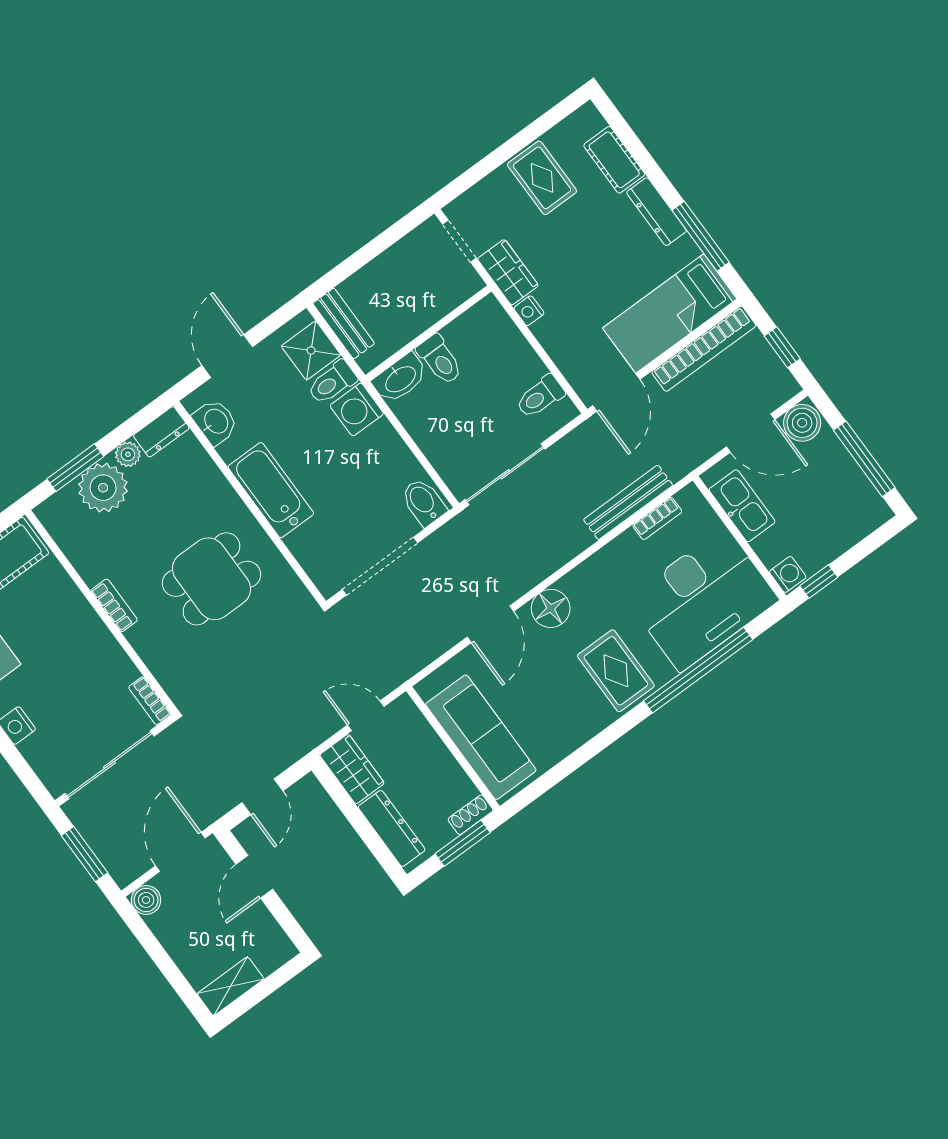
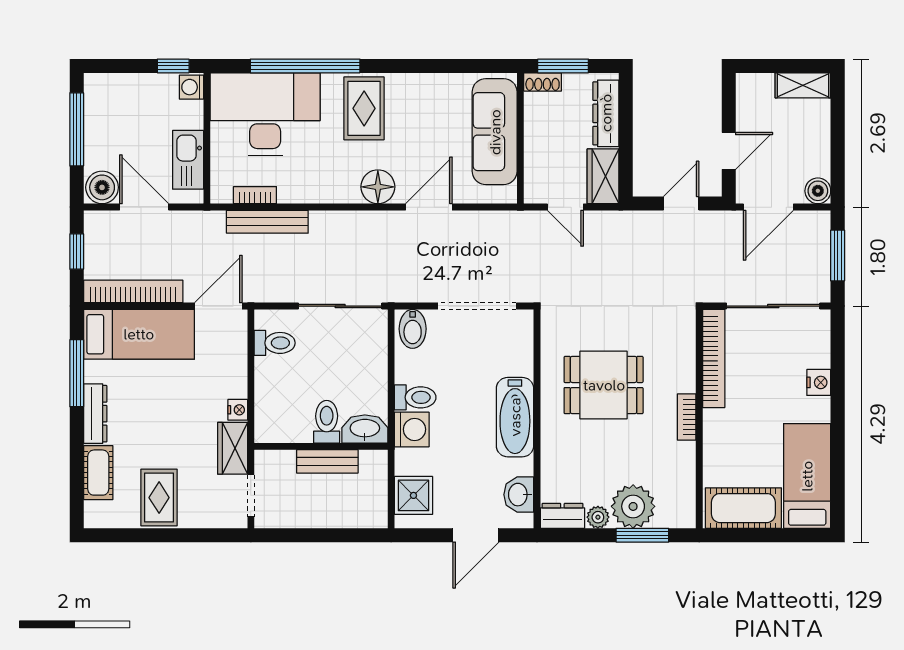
bench: (344, 323) -> (327, 461), moved, turned 90
toilet: (332, 383) -> (415, 397), moved
bookcase: (150, 701) -> (714, 358), width x2.31, depth x1.31

